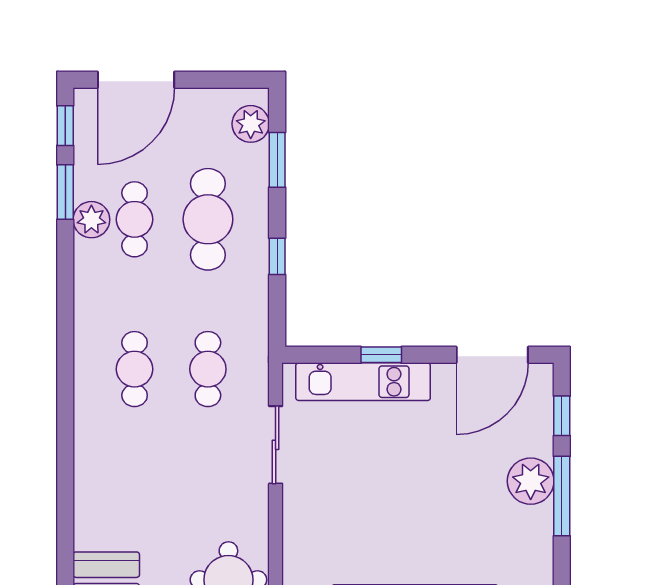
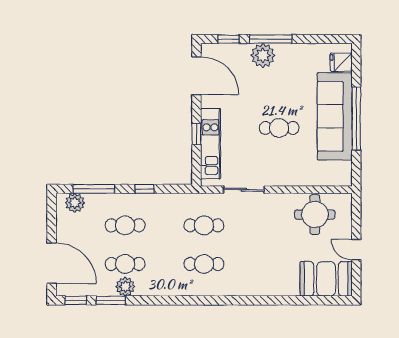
window: (277, 160) -> (94, 189), width x1.44
cafe table: (208, 219) -> (125, 225), width x0.73, depth x0.74
cafe table: (393, 512) -> (279, 128), added

